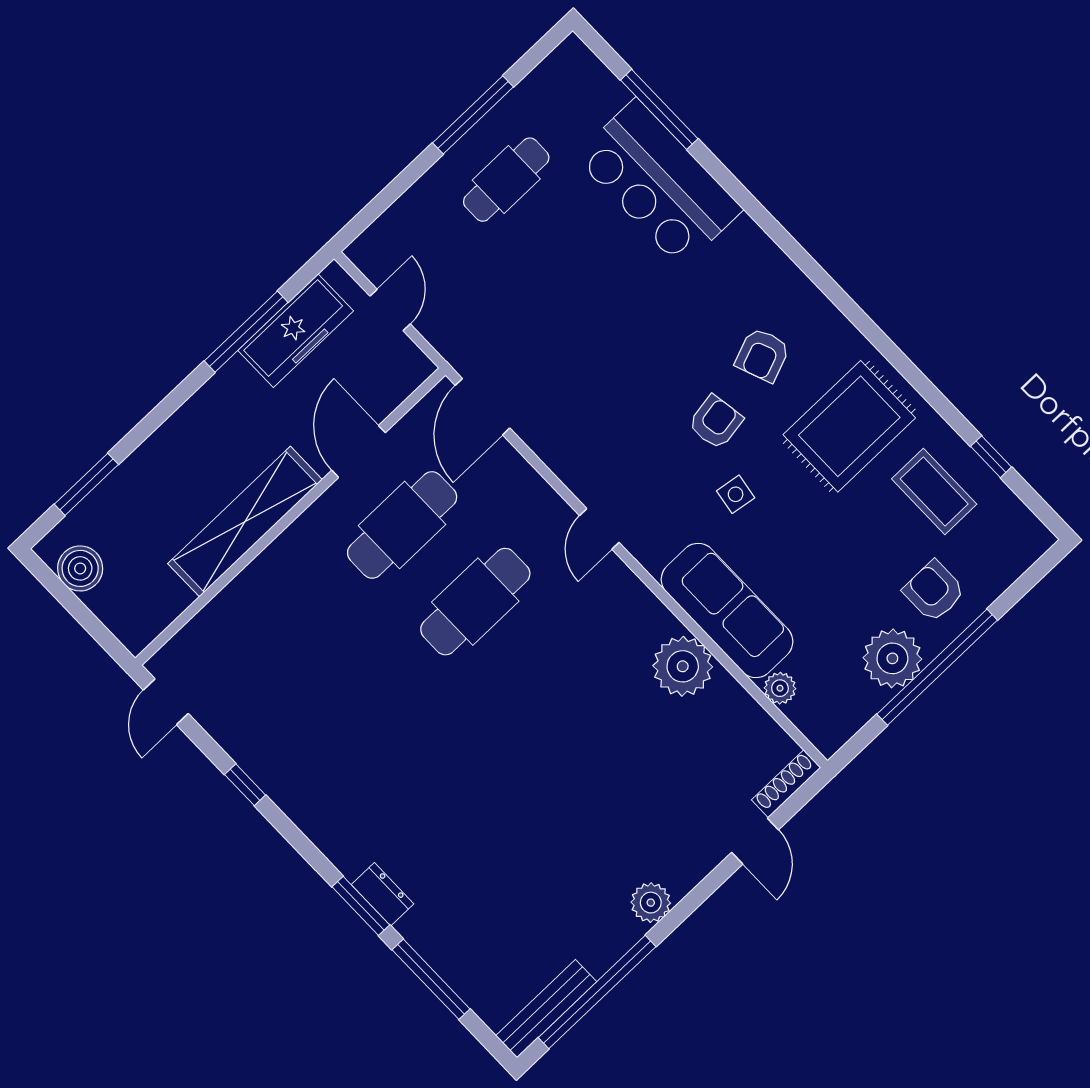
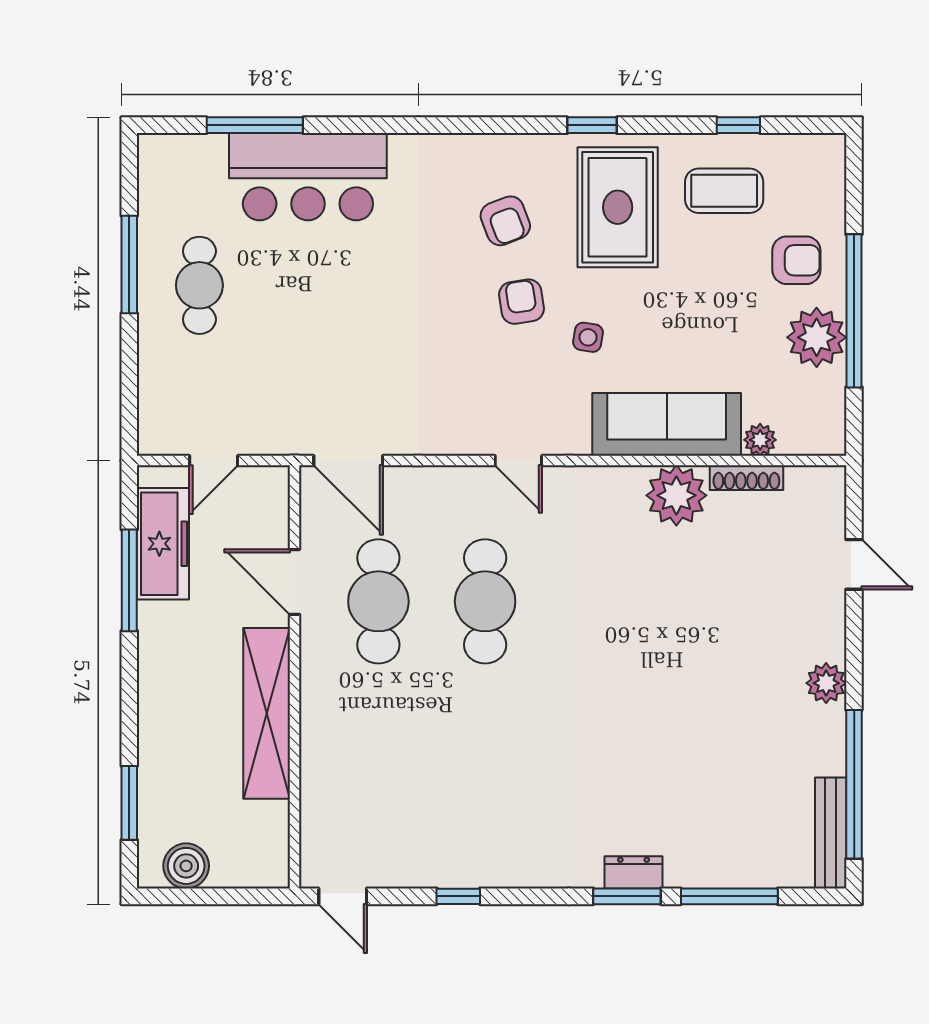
door: (390, 310) -> (214, 461), swing flipped
window: (891, 352) -> (592, 125), added
armchair: (934, 591) -> (796, 260), turned 180
shoe rack: (786, 784) -> (746, 478), moved, turned -90

